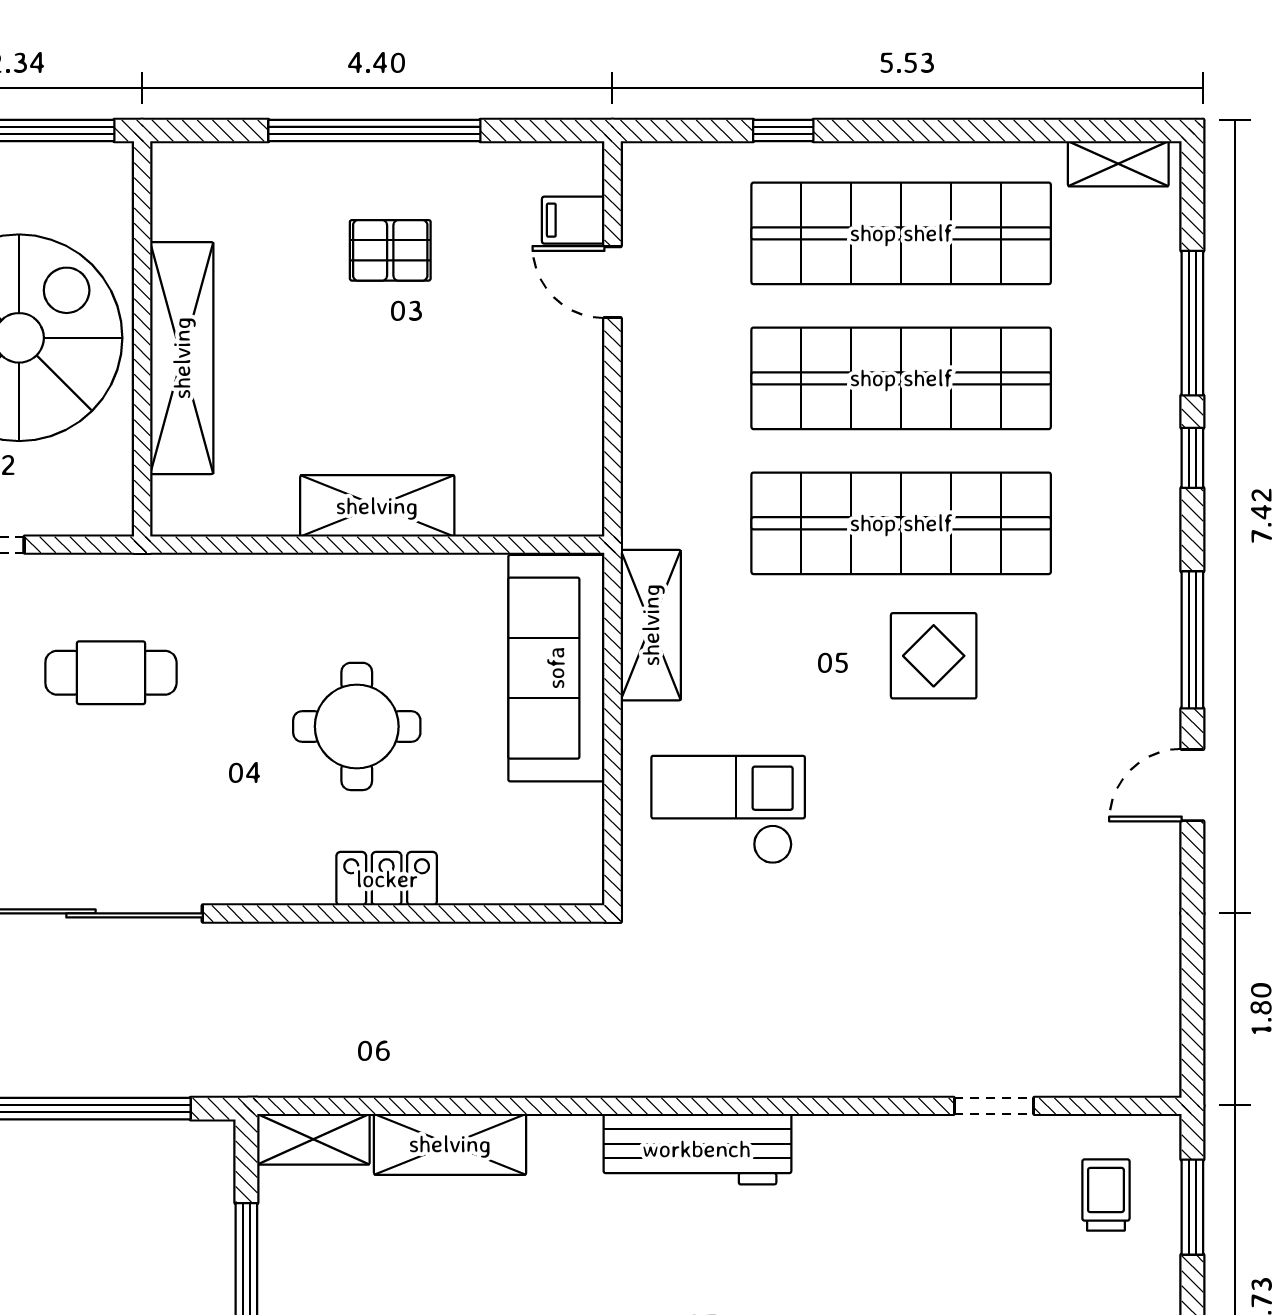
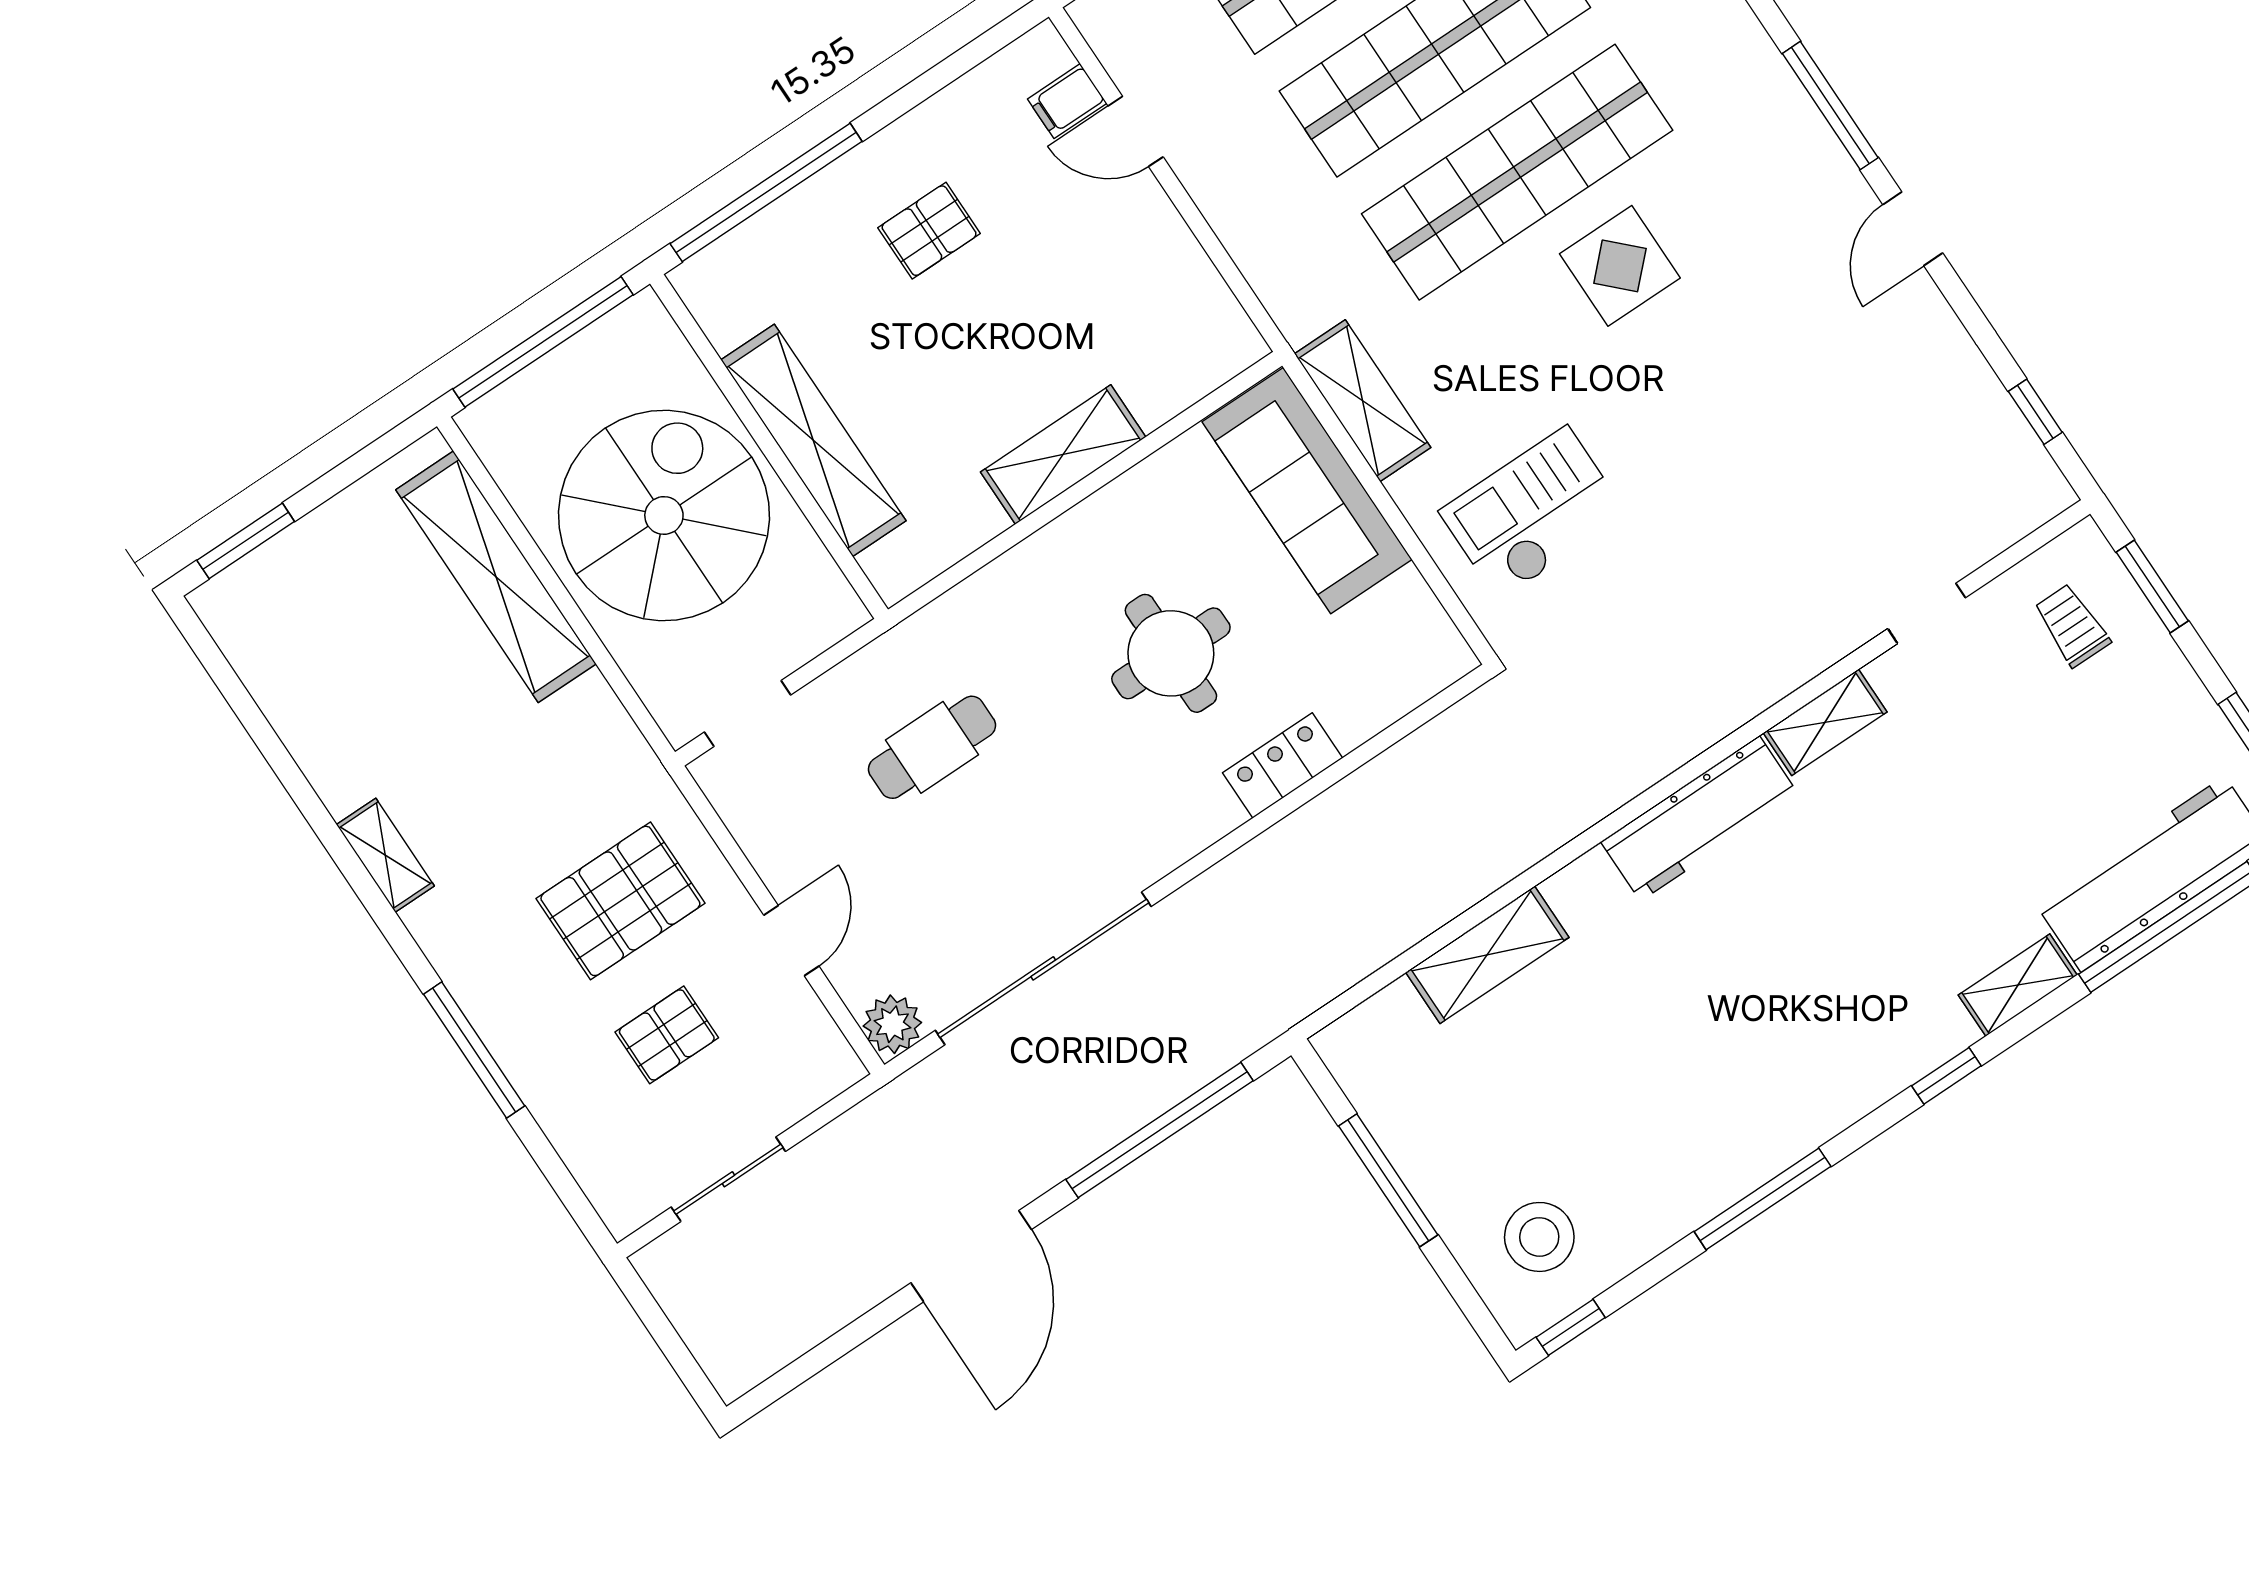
window: (374, 130) -> (766, 192), moved
window: (1192, 1001) -> (2035, 412), added
shelving: (313, 1139) -> (1825, 722), moved

